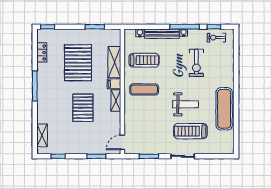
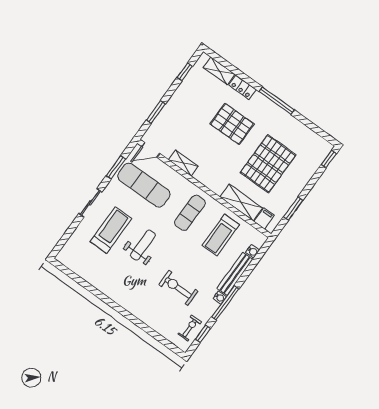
locker: (42, 52) -> (242, 87), moved
pallet: (78, 63) -> (268, 164), turned 90
filing cabinet: (114, 84) -> (264, 218), moved
shelving: (116, 100) -> (183, 163), moved
weight bench: (186, 104) -> (143, 245), turned 180
pallet: (83, 108) -> (232, 124), moved
exercise mat: (224, 109) -> (144, 185), moved
door: (122, 142) -> (151, 150), swing flipped

